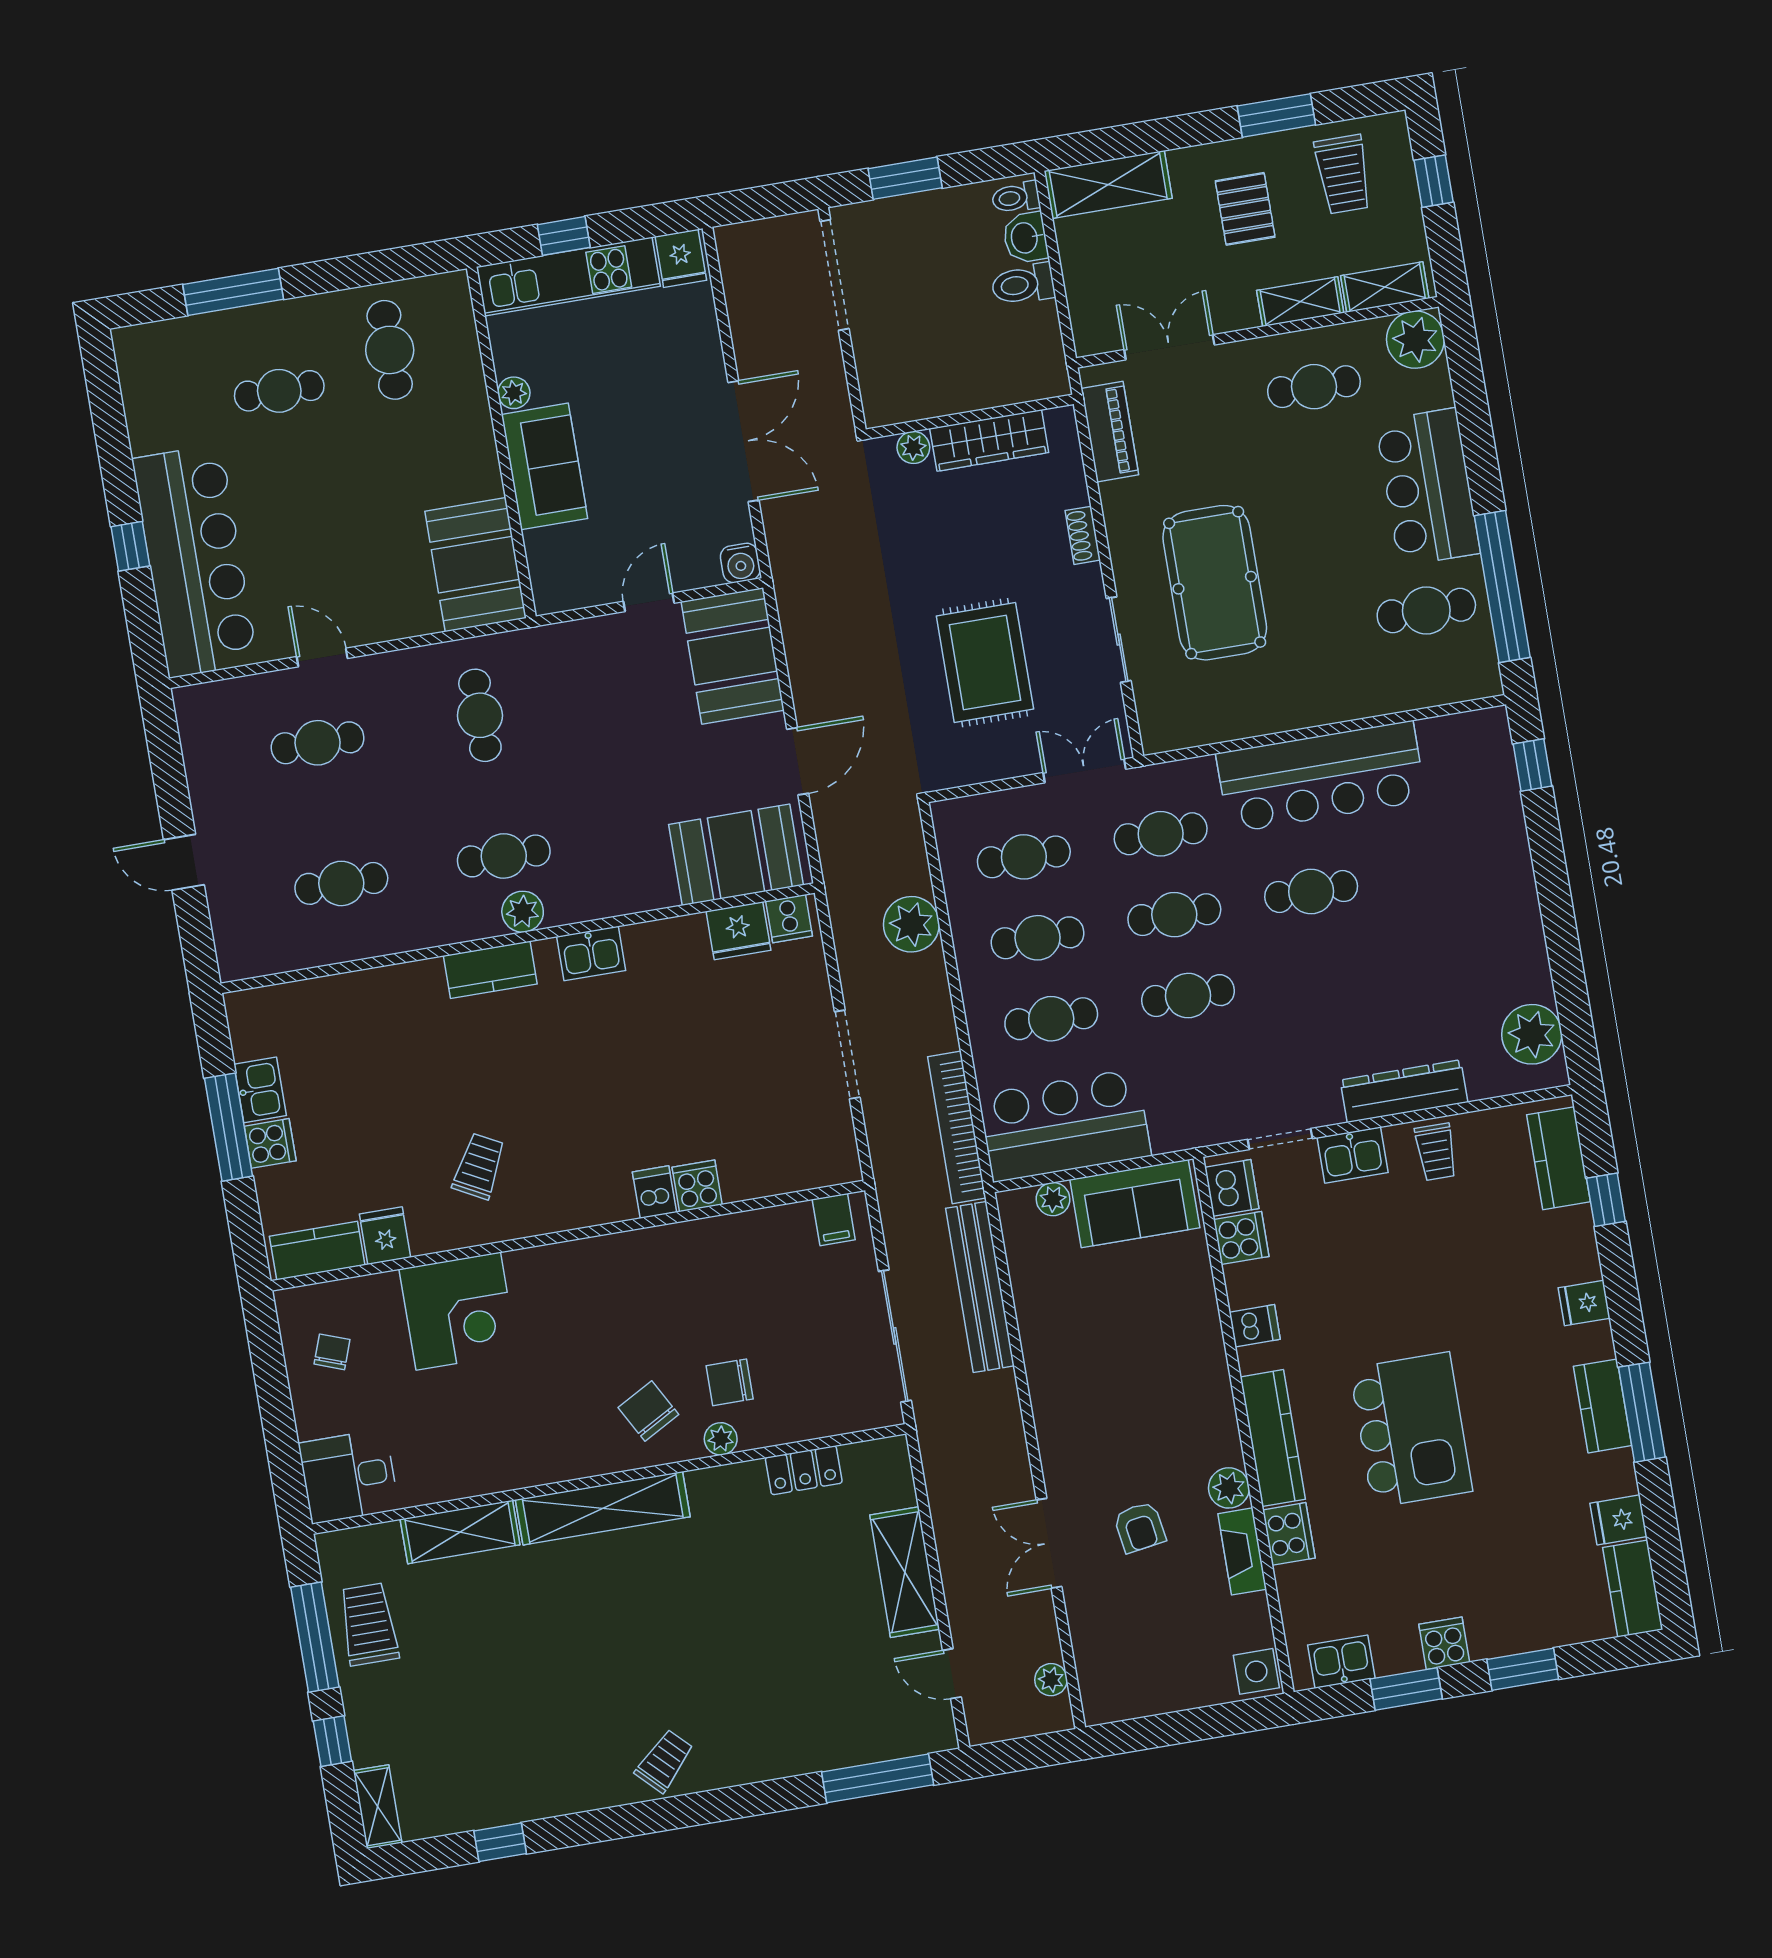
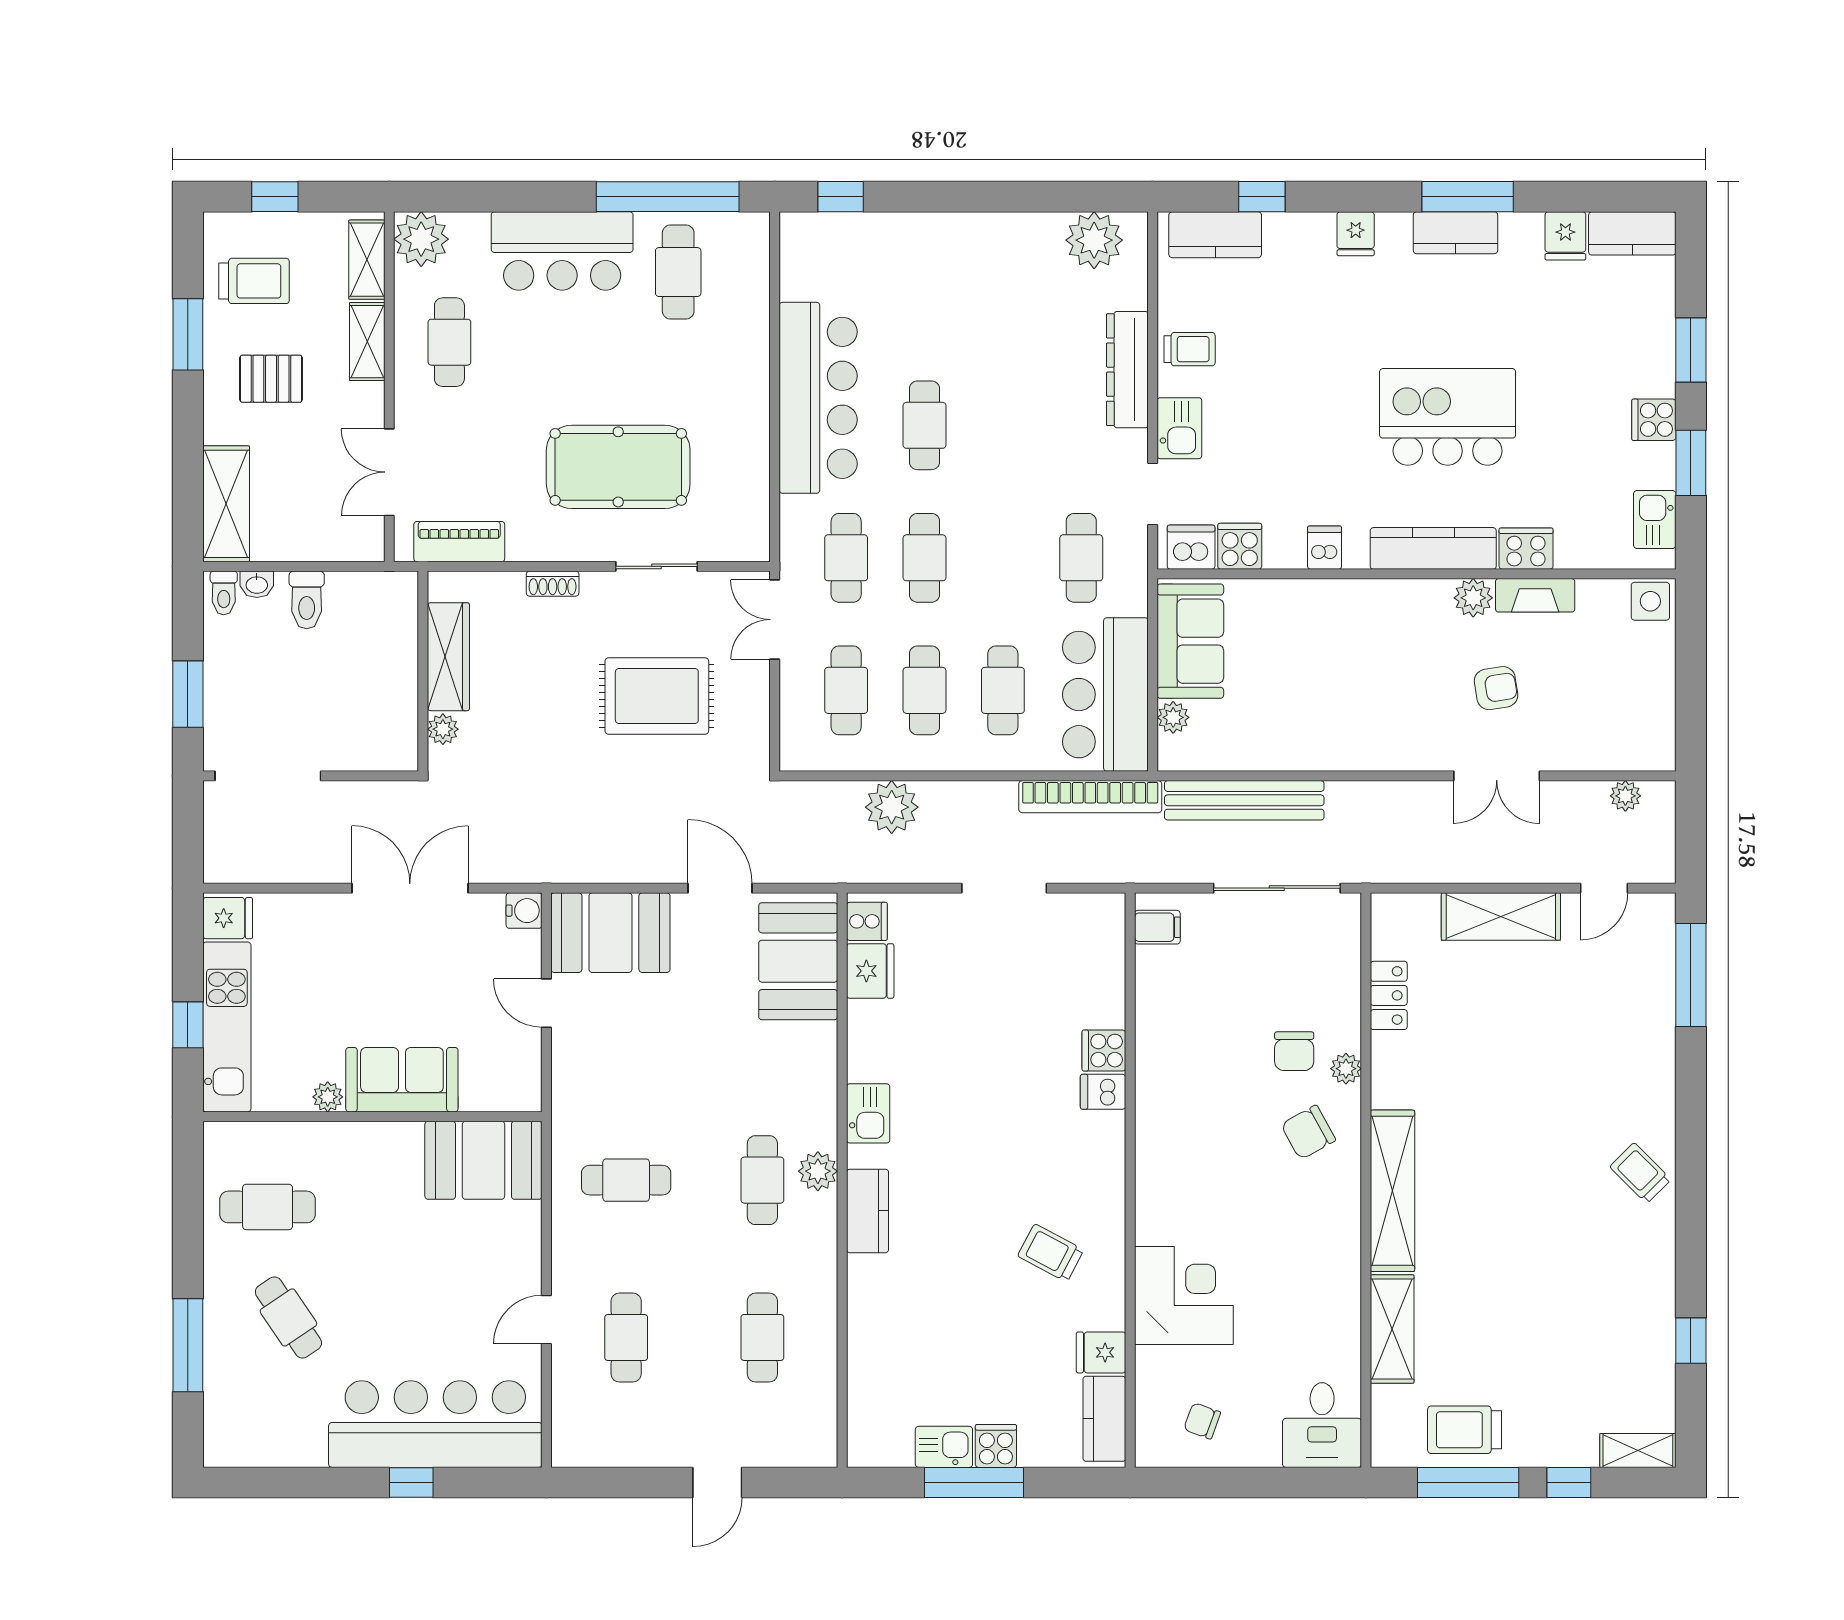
washbasin: (1025, 238) -> (257, 584), width x0.72, depth x0.69
cafe table: (279, 391) -> (288, 1317), turned -34
cafe table: (1188, 996) -> (1081, 558), moved

